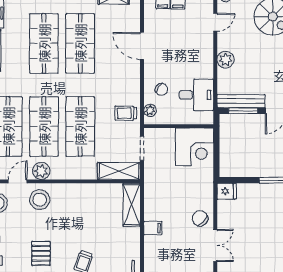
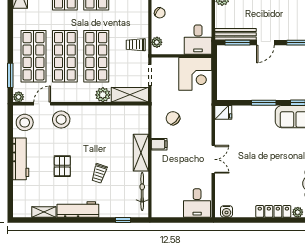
chair: (161, 89) -> (160, 13), moved
desk: (196, 95) -> (198, 40), moved, turned 90
plant: (41, 171) -> (103, 95), moved
shelving: (132, 205) -> (141, 153), moved
chair: (200, 218) -> (173, 118), moved

